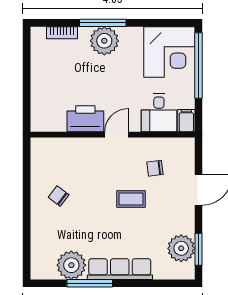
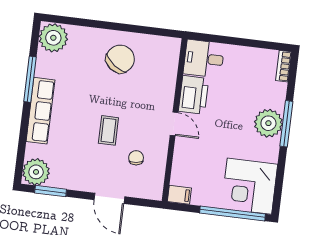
bookcase: (62, 33) -> (284, 66), moved
desk: (159, 113) -> (204, 59), moved
chair: (59, 196) -> (120, 59), width x1.87, depth x1.87
plant: (181, 248) -> (36, 172), moved
plant: (71, 265) -> (53, 38), moved

